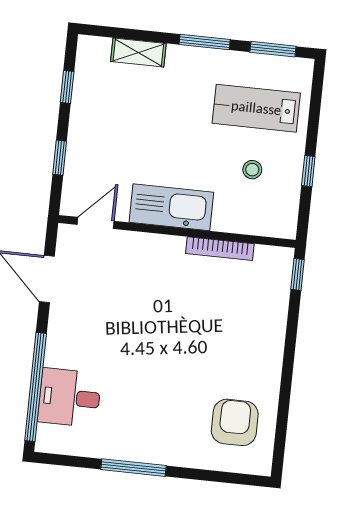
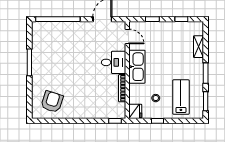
fridge: (279, 223) -> (135, 111), added
desk: (70, 398) -> (114, 62), moved, turned 90
armchair: (235, 422) -> (52, 102), turned -72

